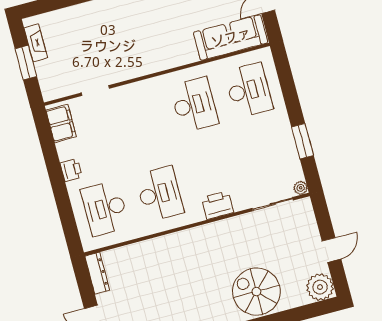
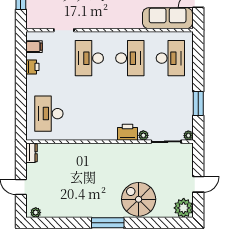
filing cabinet: (61, 123) -> (34, 47), width x0.50
printer: (71, 170) -> (32, 67), moved
desk: (159, 194) -> (89, 58), moved, turned 180
plant: (240, 204) -> (143, 135), added
dresser: (97, 273) -> (32, 153), width x0.70

